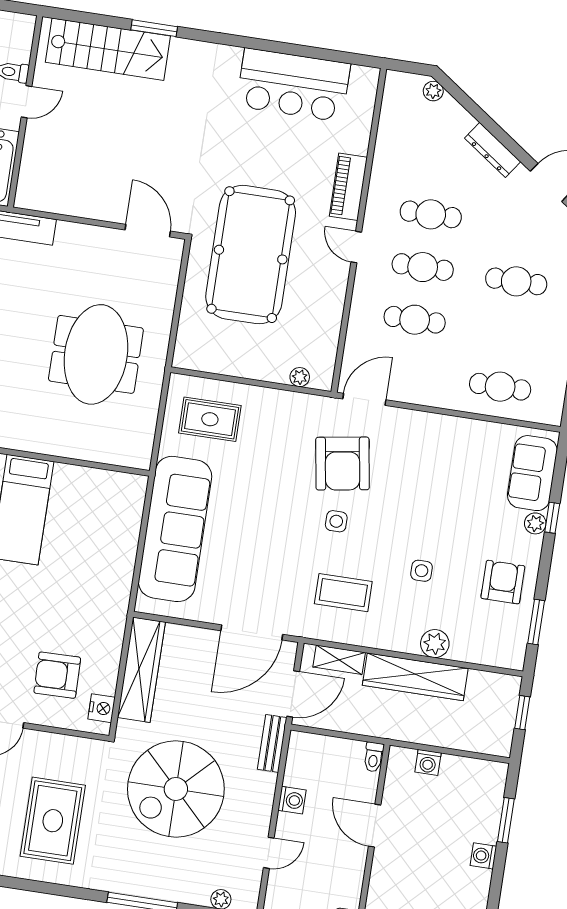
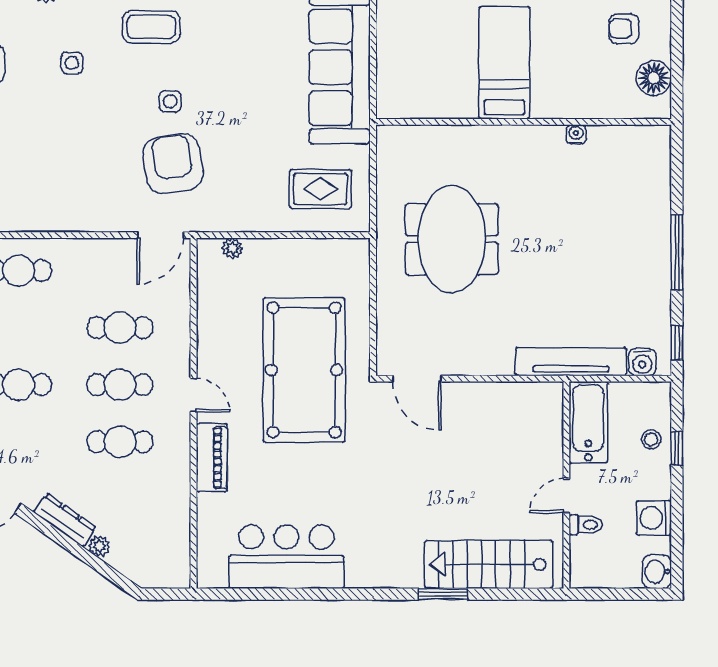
plant: (433, 91) -> (99, 546), moved

